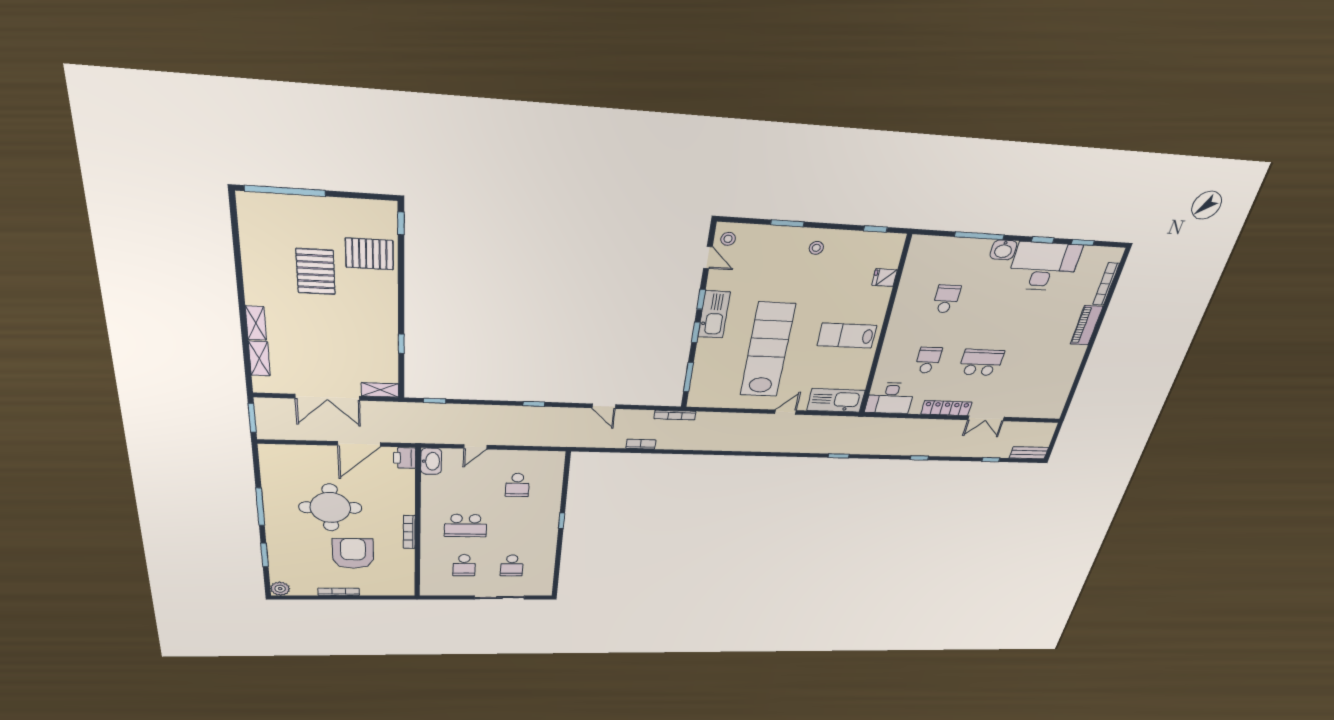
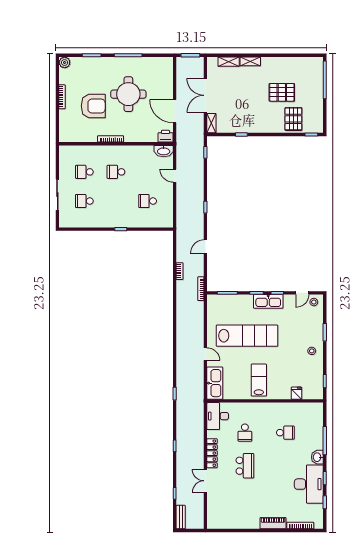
school desk: (928, 360) -> (245, 433), turned 90
school desk: (466, 526) -> (116, 172), width x0.54

